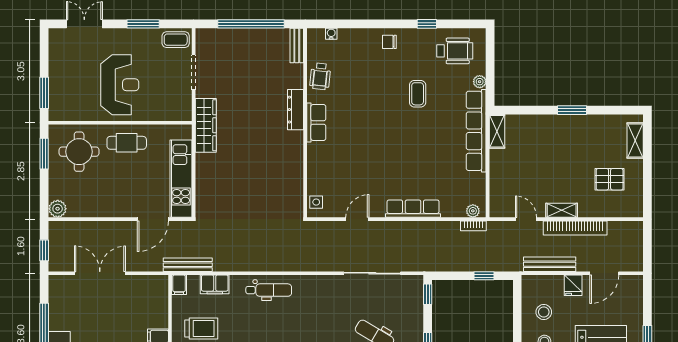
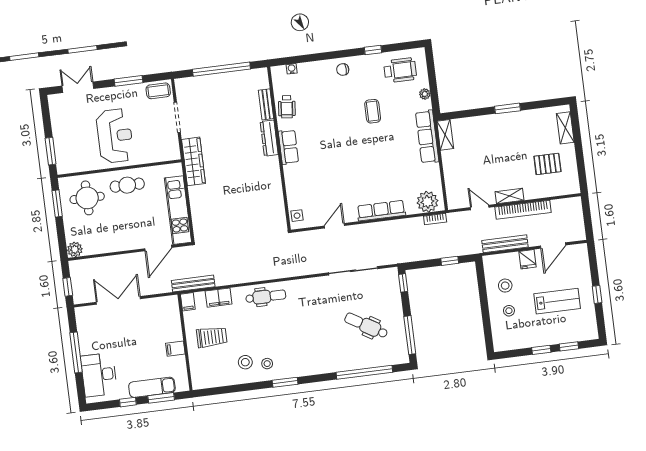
bench: (297, 46) -> (266, 104), moved
row of seats: (476, 131) -> (427, 137), width x0.73
plant: (473, 211) -> (427, 202), width x1.87, depth x1.87

